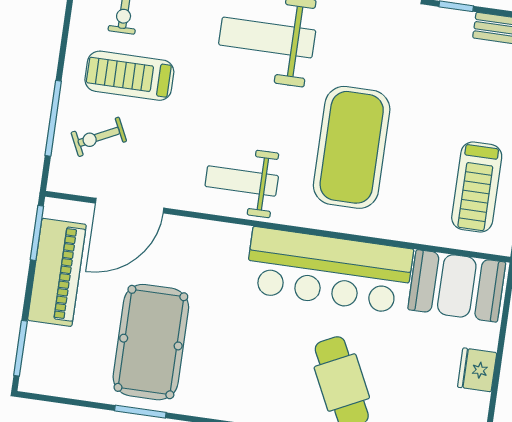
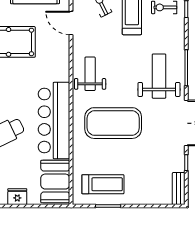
treadmill: (477, 187) -> (103, 184), turned 180
door: (130, 206) -> (71, 23), width x0.73

